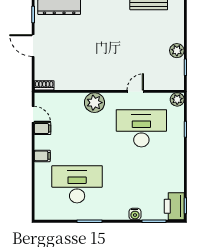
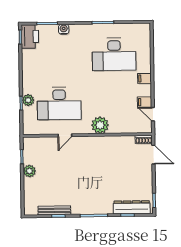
door: (33, 46) -> (153, 155), moved
plant: (177, 99) -> (28, 100), moved

